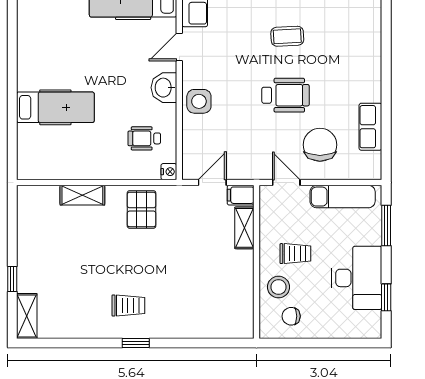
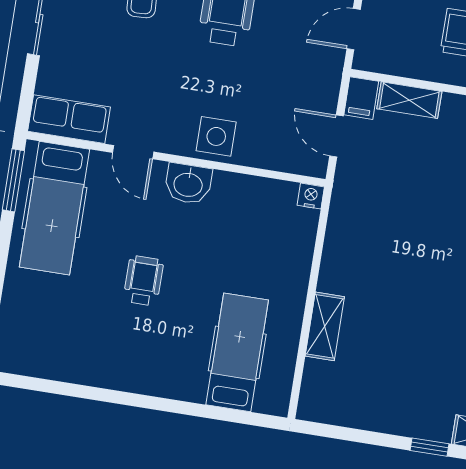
hospital bed: (55, 107) -> (237, 352), moved
wheelchair: (144, 138) -> (143, 281), moved, turned 180
pallet: (142, 209) -> (359, 244), removed

